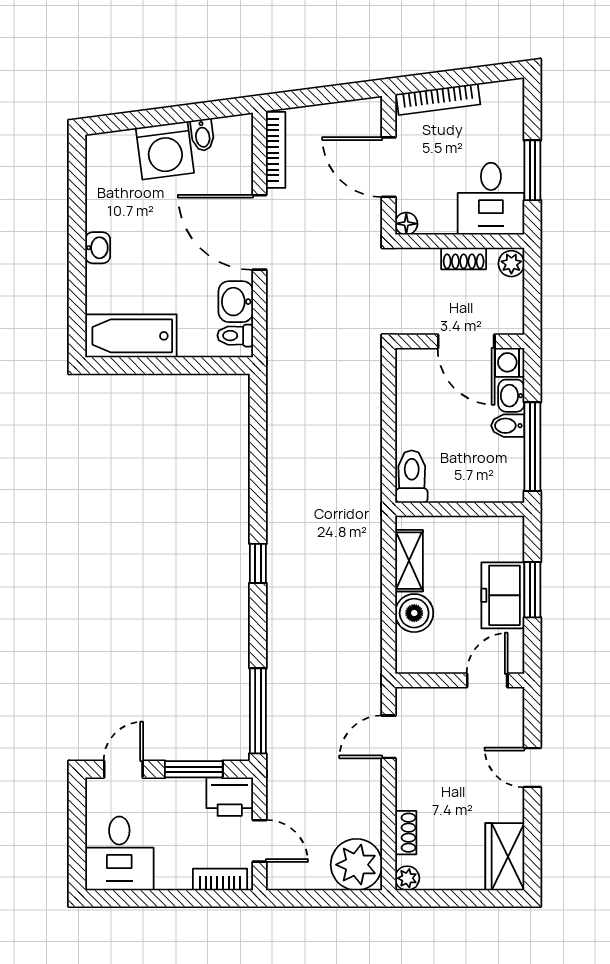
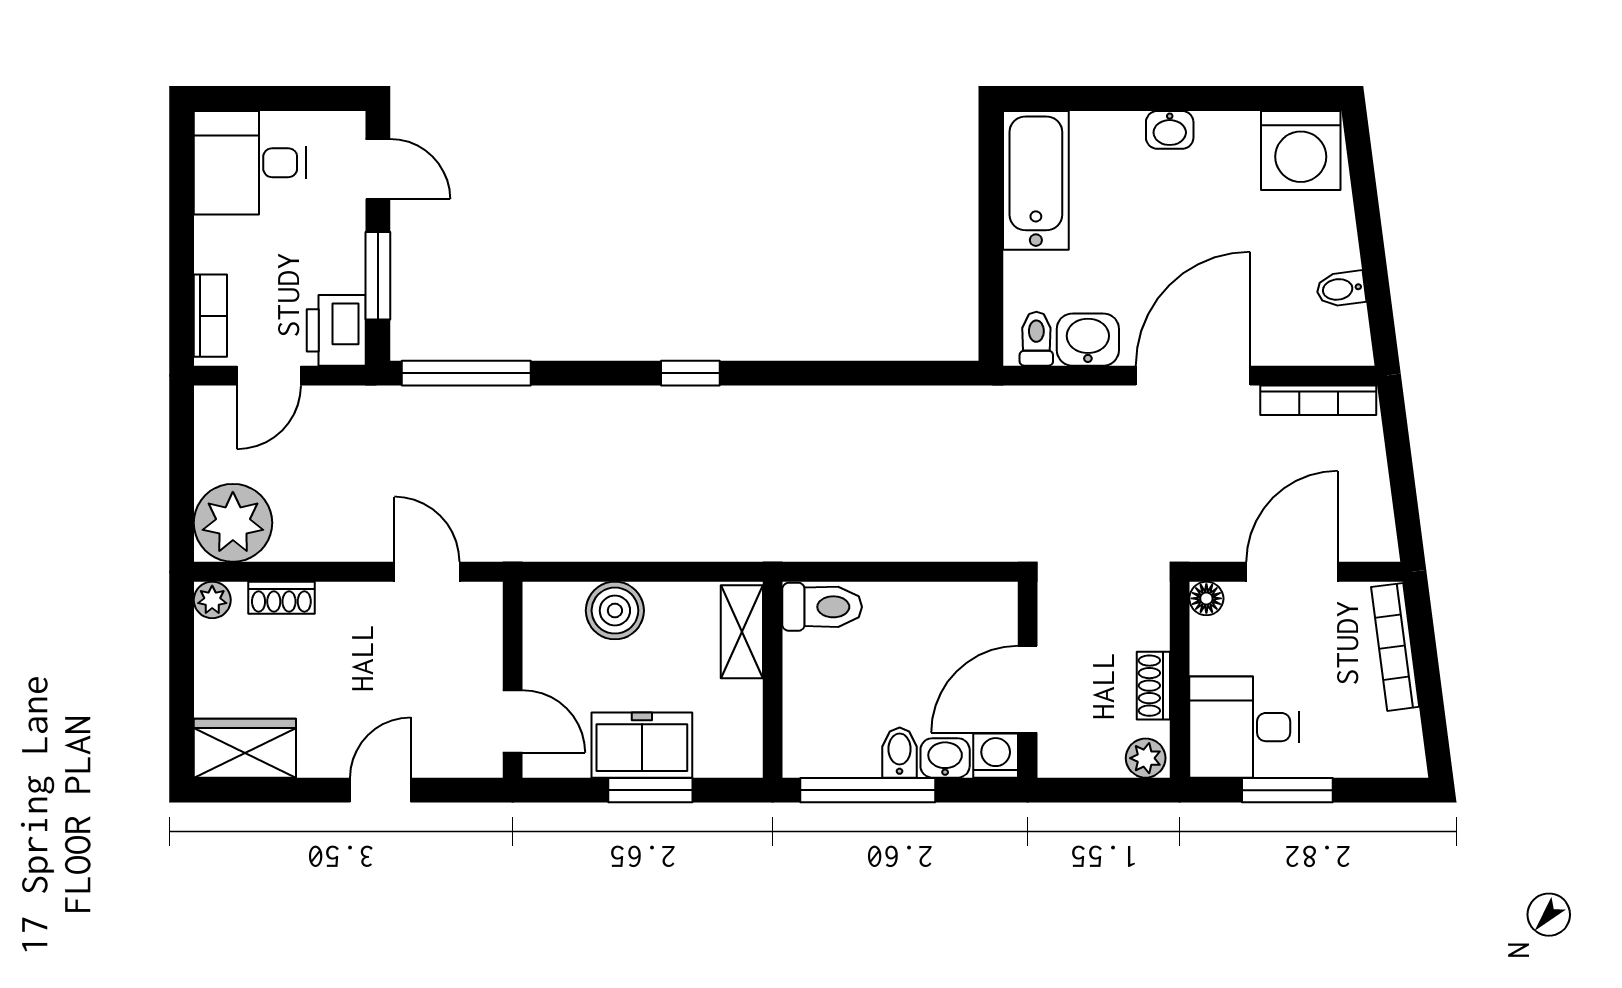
washing machine: (165, 150) -> (1301, 150), moved, turned -83
shelving: (409, 561) -> (742, 632), moved, turned 90

